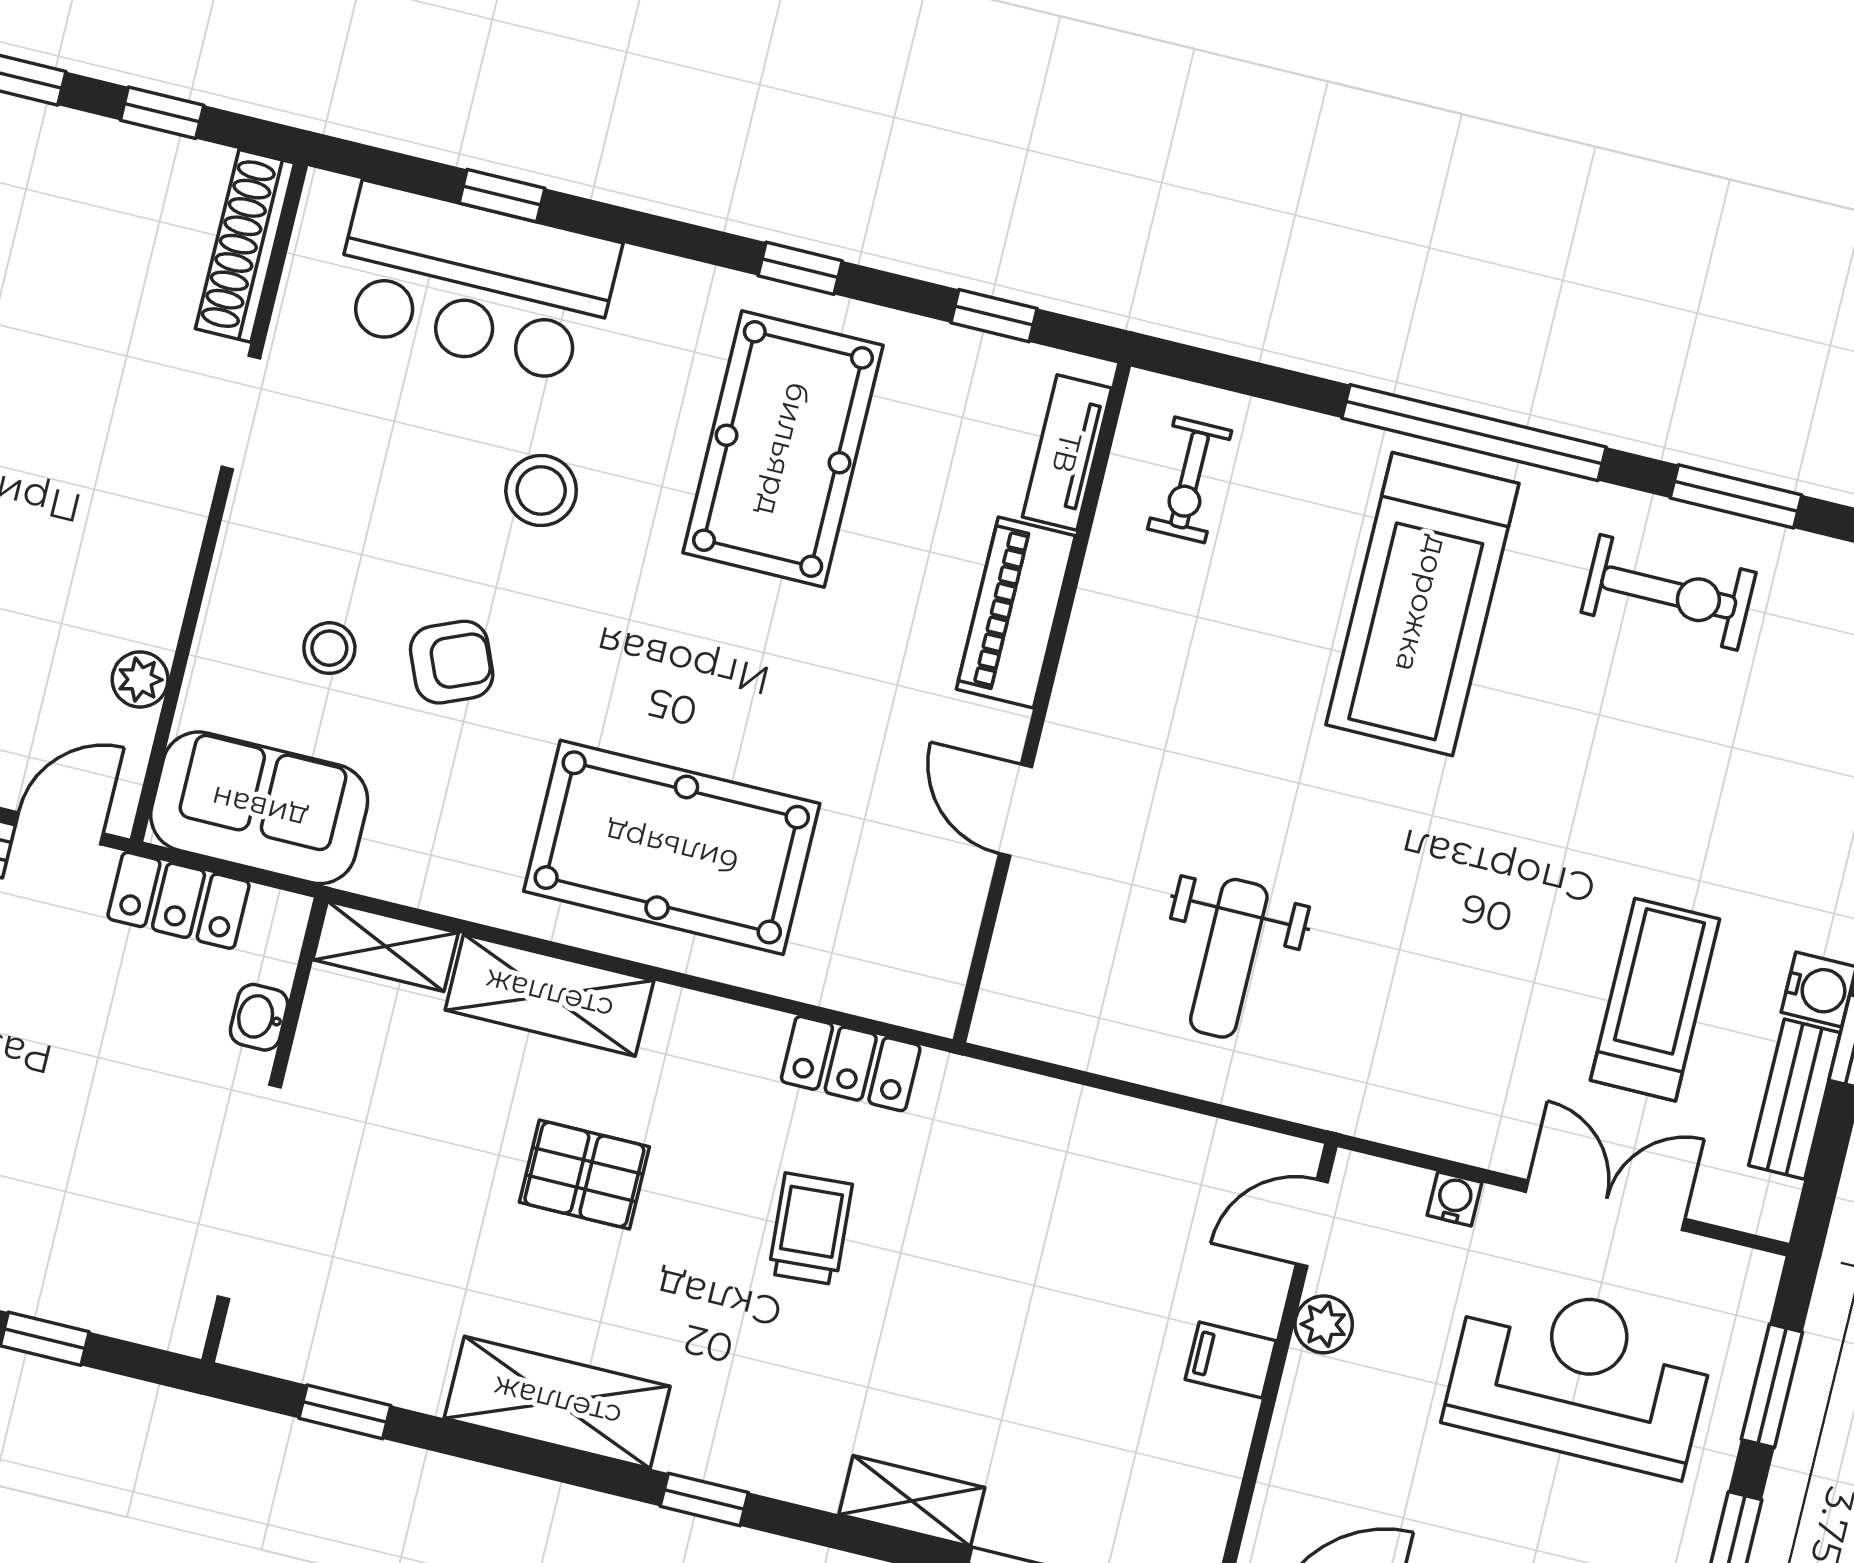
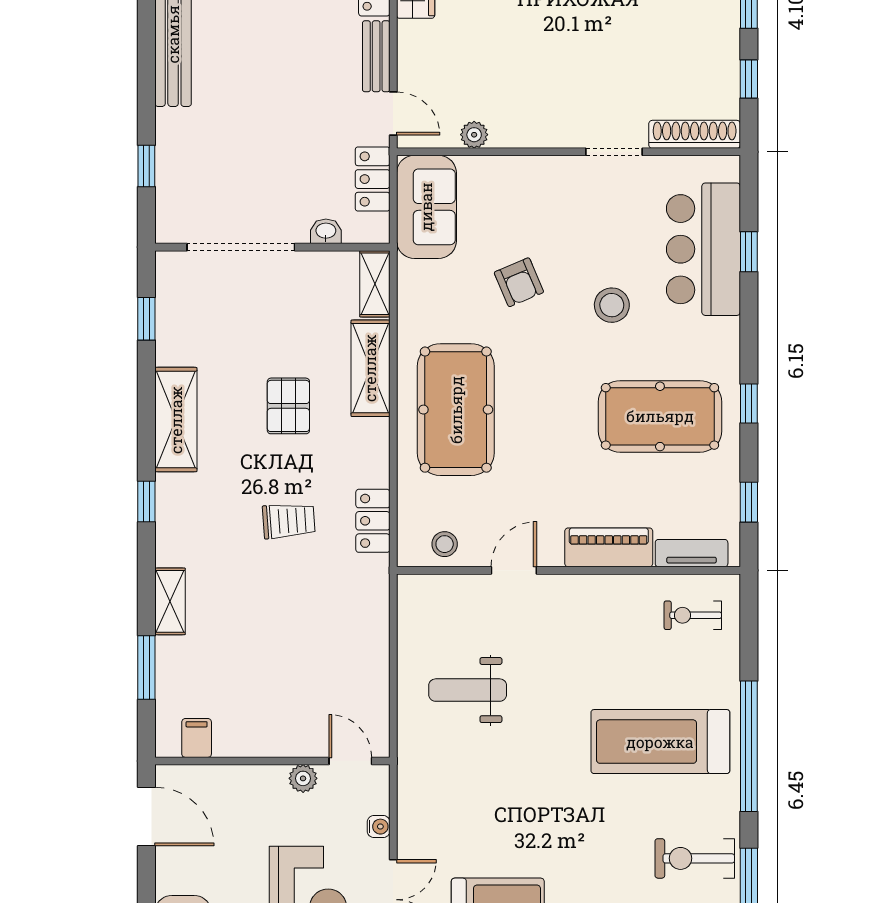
exercise bike: (1669, 592) -> (695, 858), turned 90
stool: (329, 648) -> (445, 544), moved
filing cabinet: (1231, 1360) -> (197, 738), moved

